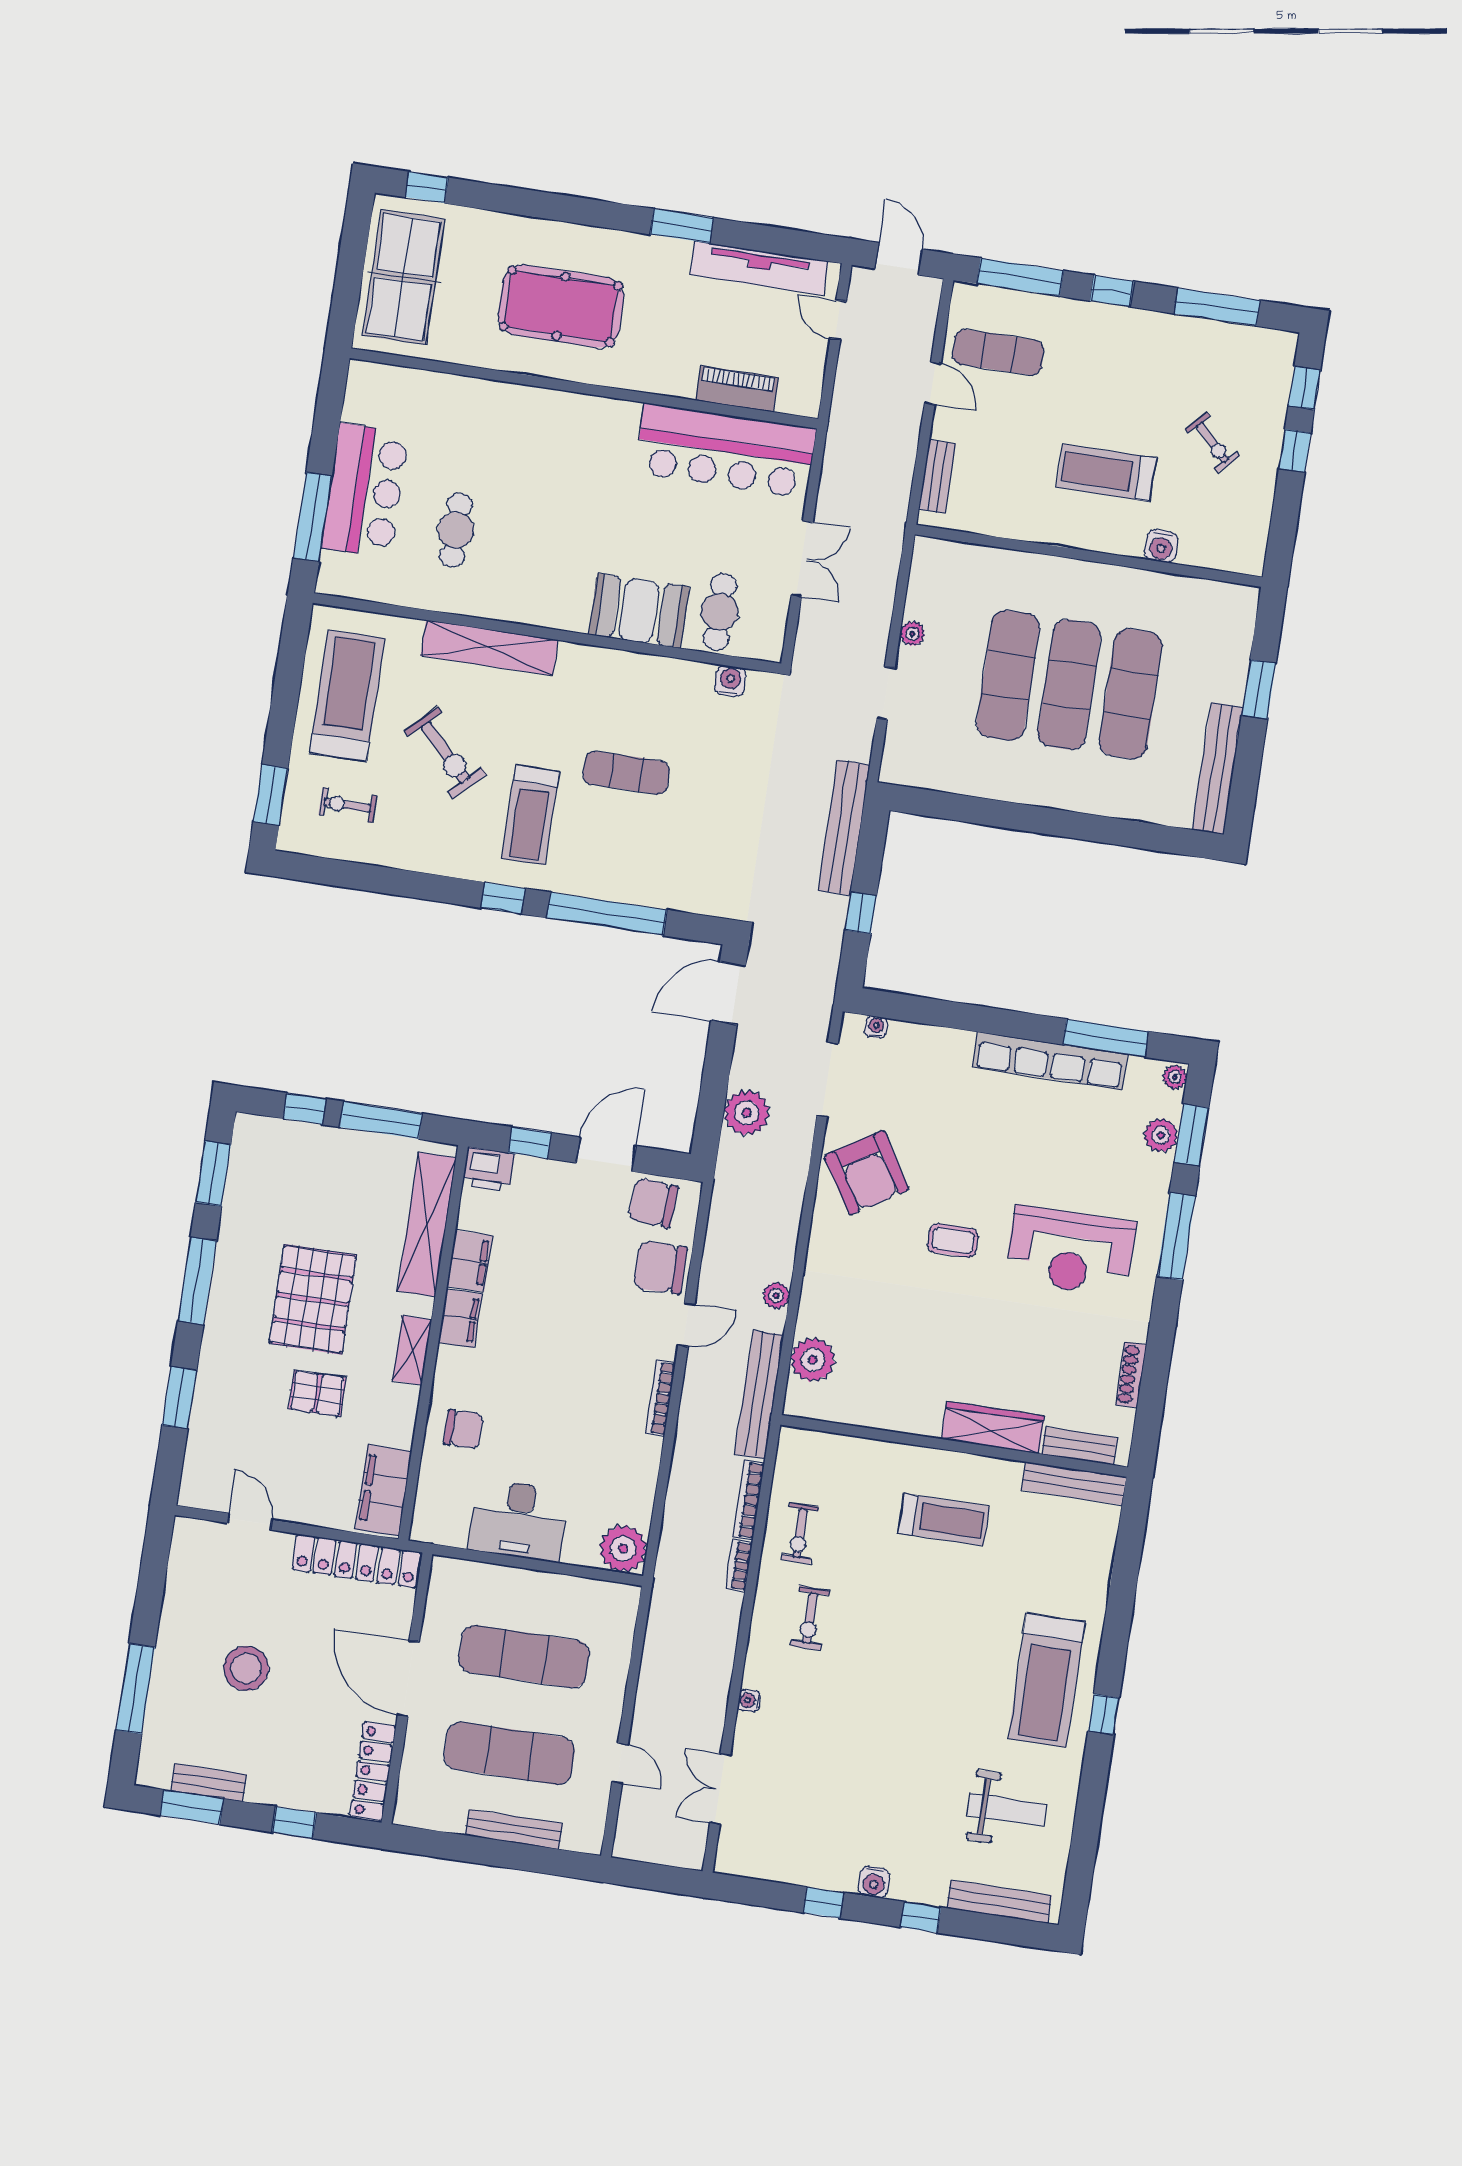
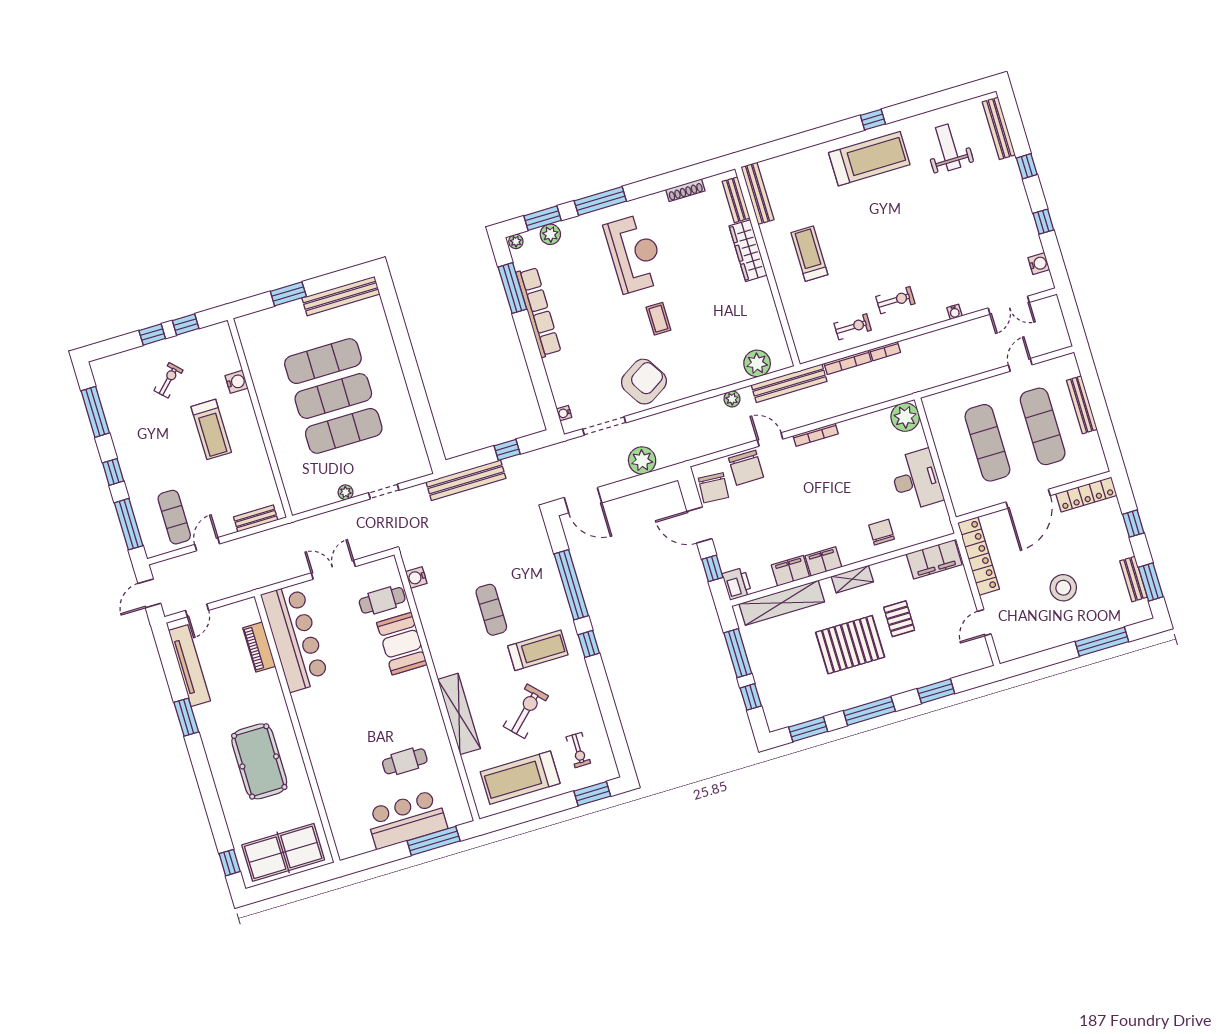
window: (1304, 388) -> (186, 325), moved
water cooler: (874, 1882) -> (1039, 264), moved

